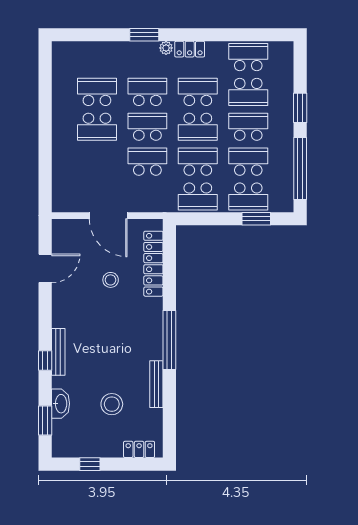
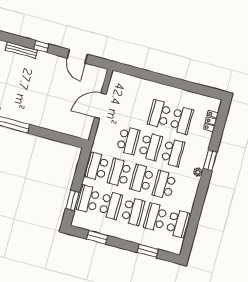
locker: (190, 49) -> (211, 121), moved
school desk: (198, 92) -> (164, 185), turned 180
window: (300, 108) -> (148, 251), moved
school desk: (198, 162) -> (119, 173), turned 180
window: (300, 169) -> (97, 237), width x0.47
locker: (153, 264) -> (62, 127), removed
stool: (111, 280) -> (59, 96), removed
window: (45, 361) -> (41, 46), moved

